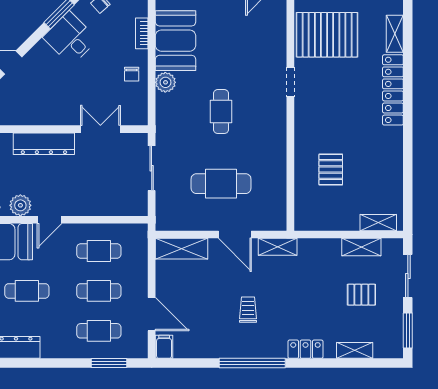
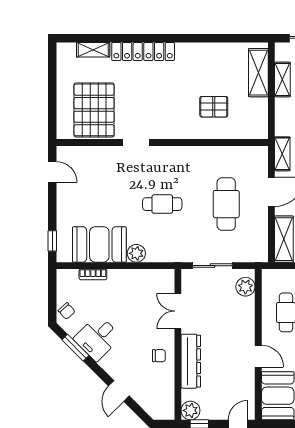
chair: (132, 74) -> (159, 356), moved
plant: (20, 205) -> (245, 287), moved
shelving: (378, 223) -> (258, 73), width x1.50, depth x1.33

